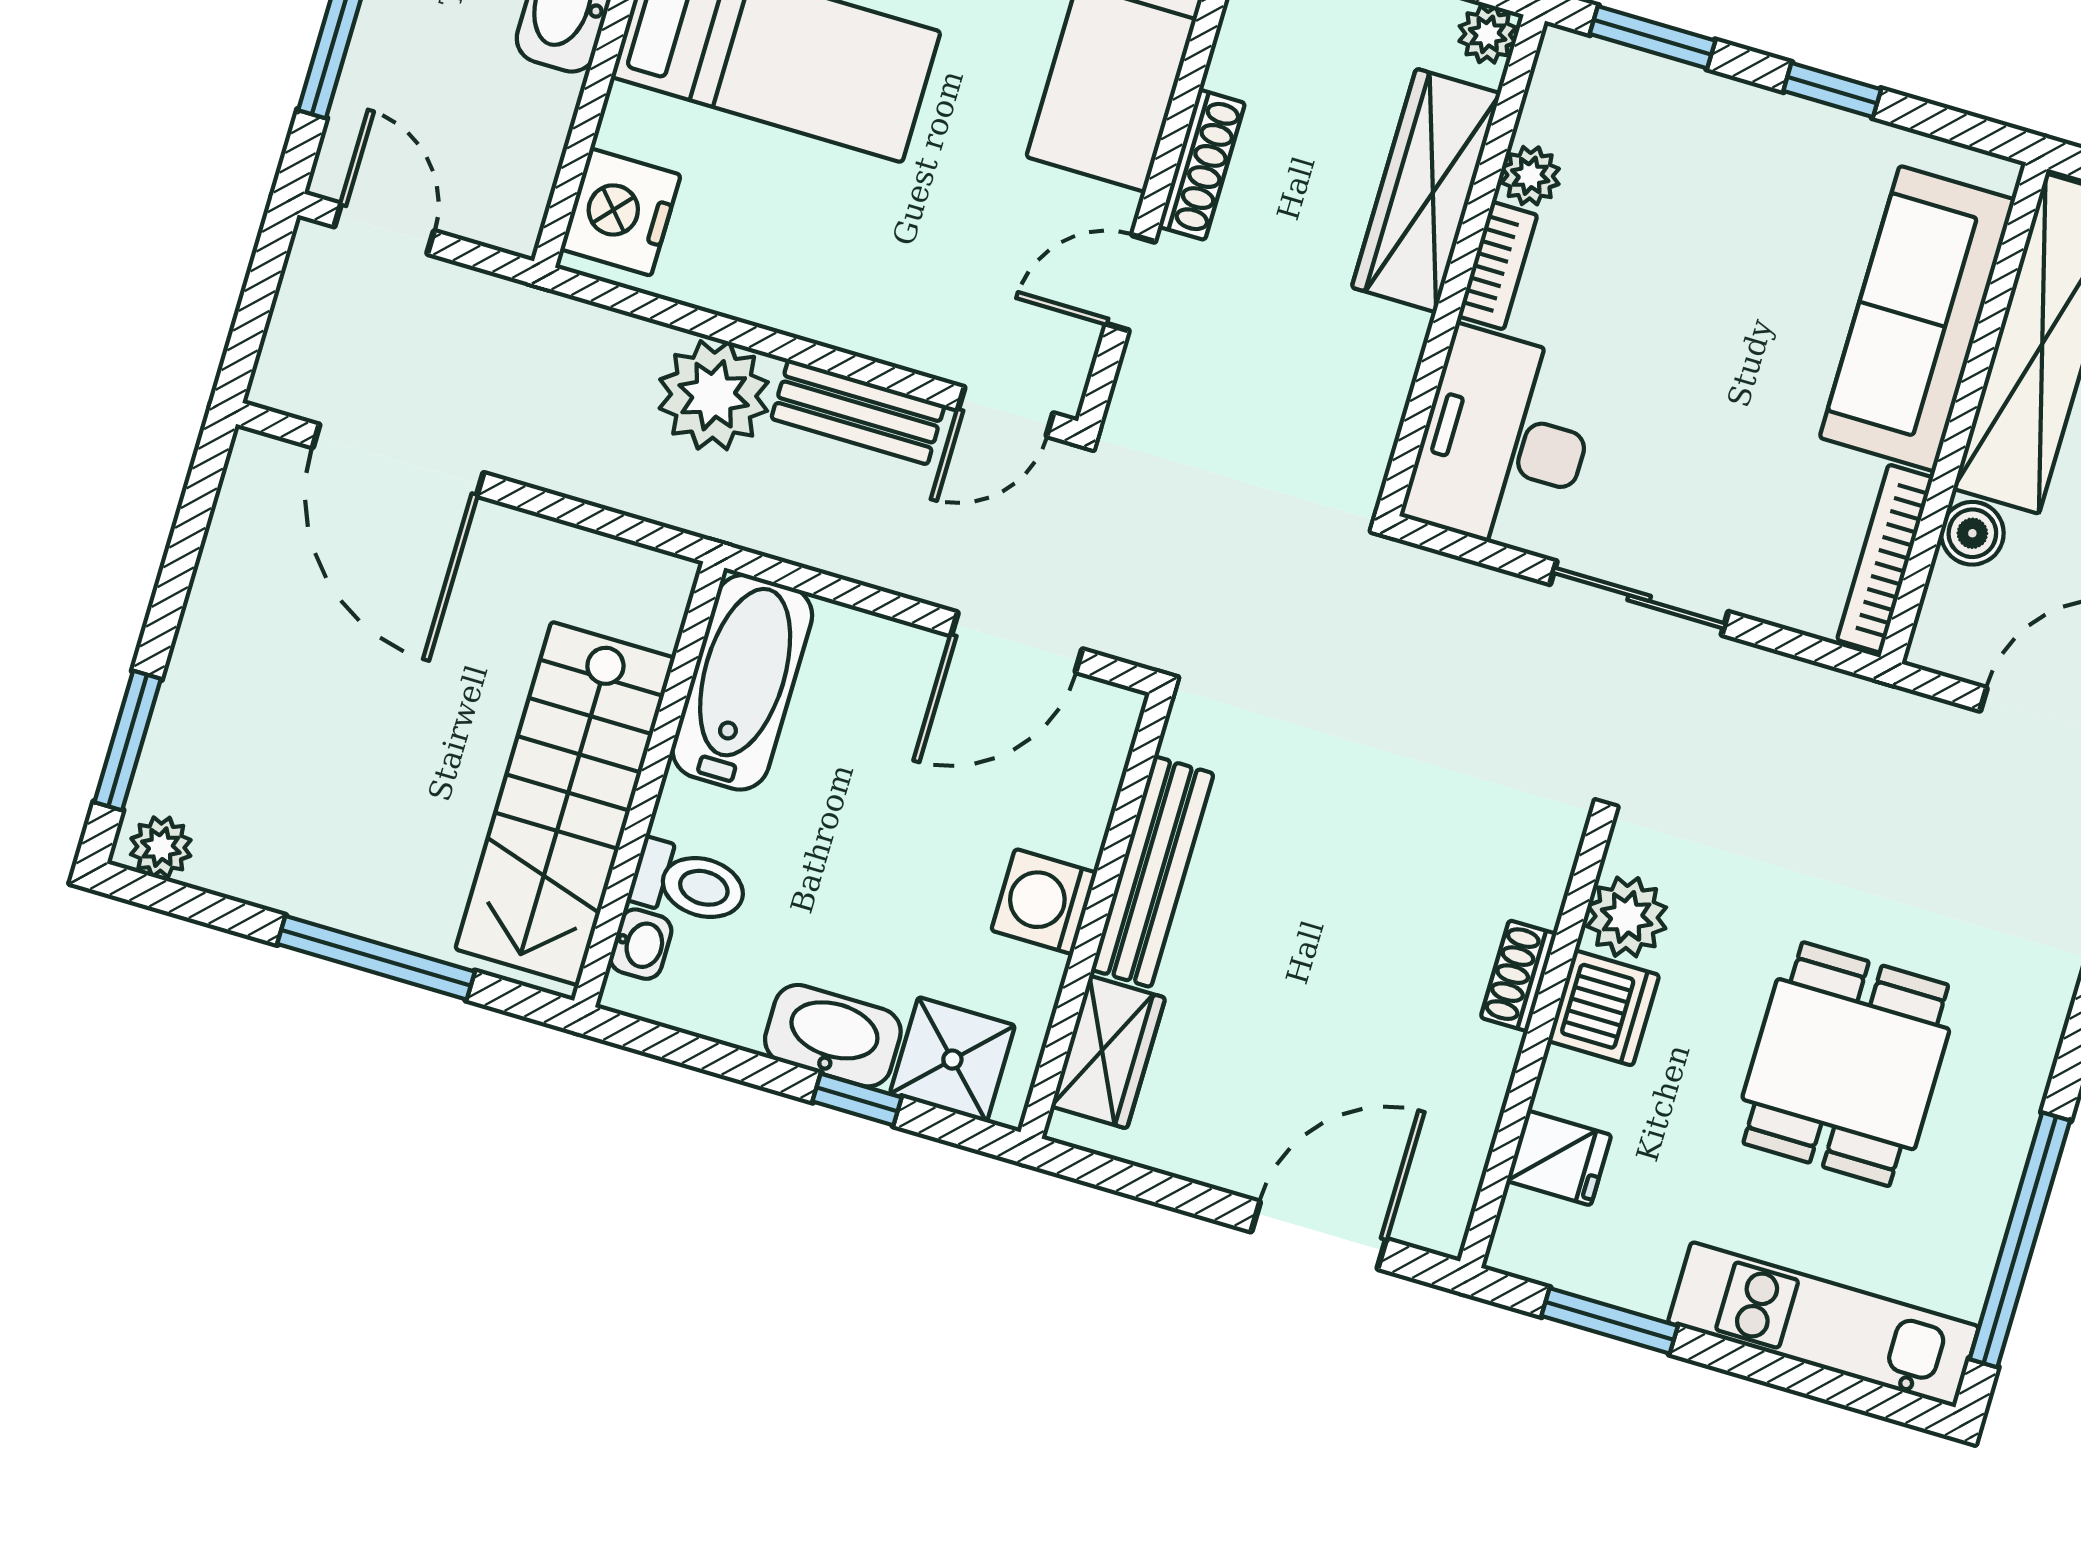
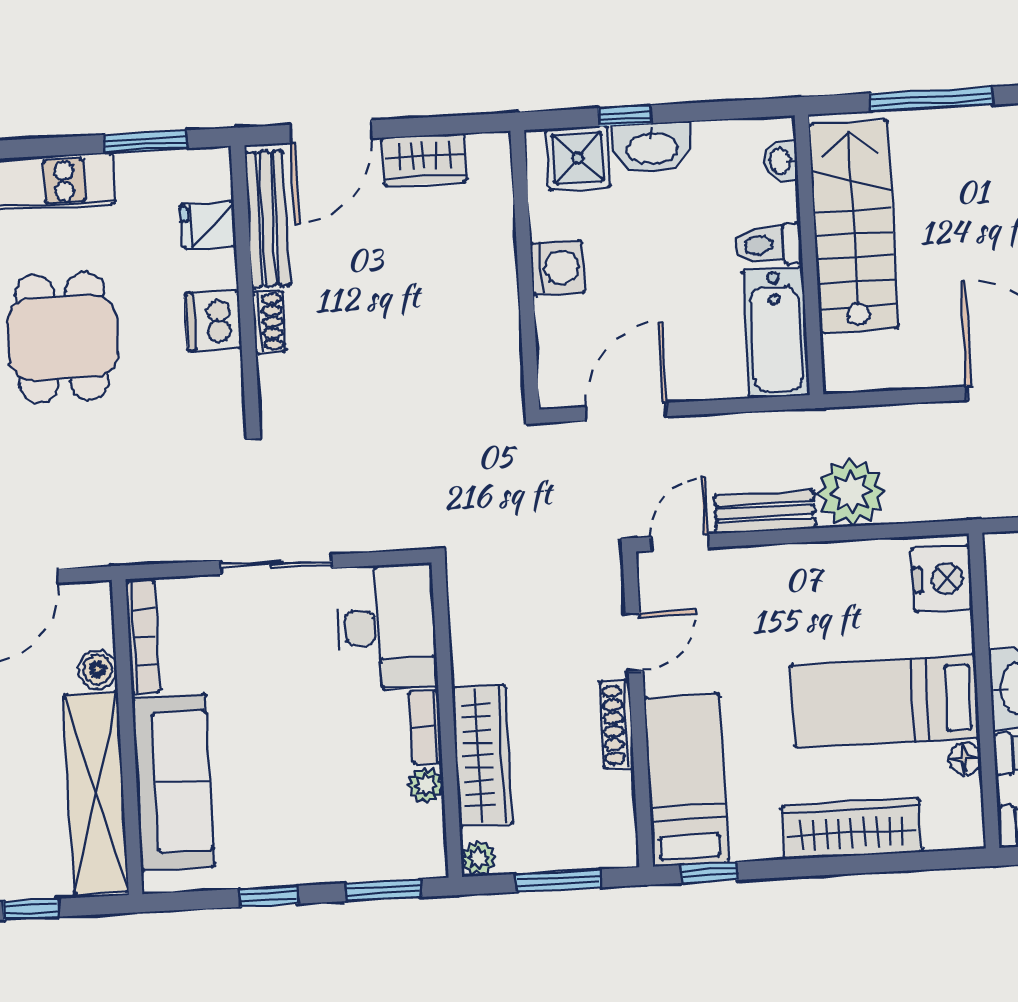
bench: (1153, 872) -> (267, 219), moved
toilet: (689, 883) -> (768, 245), moved
plant: (1627, 917) -> (219, 378), removed
wardrobe: (1108, 1052) -> (424, 160), moved, turned -90

